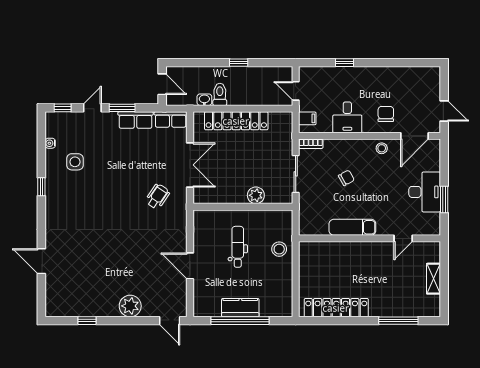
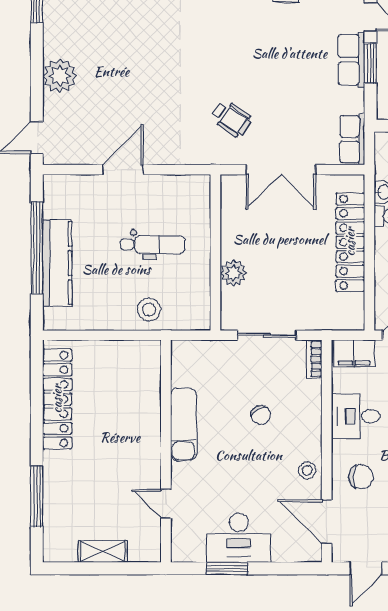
filing cabinet: (307, 118) -> (354, 354), width x2.00
row of seats: (136, 120) -> (351, 60), moved
kitchen counter: (240, 308) -> (57, 263), width x1.50

